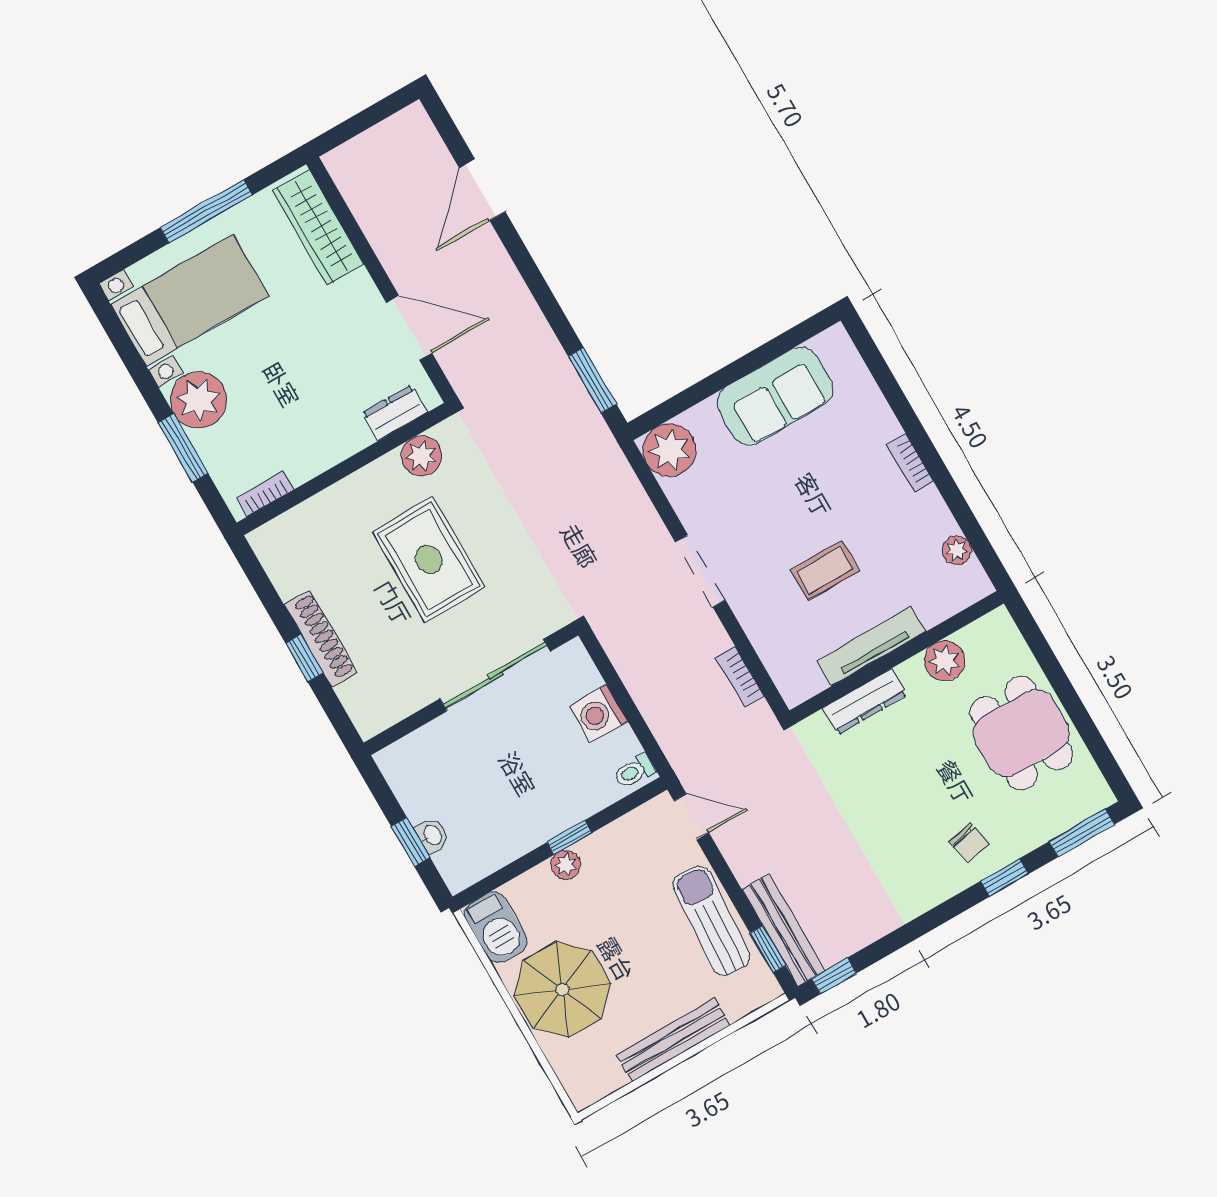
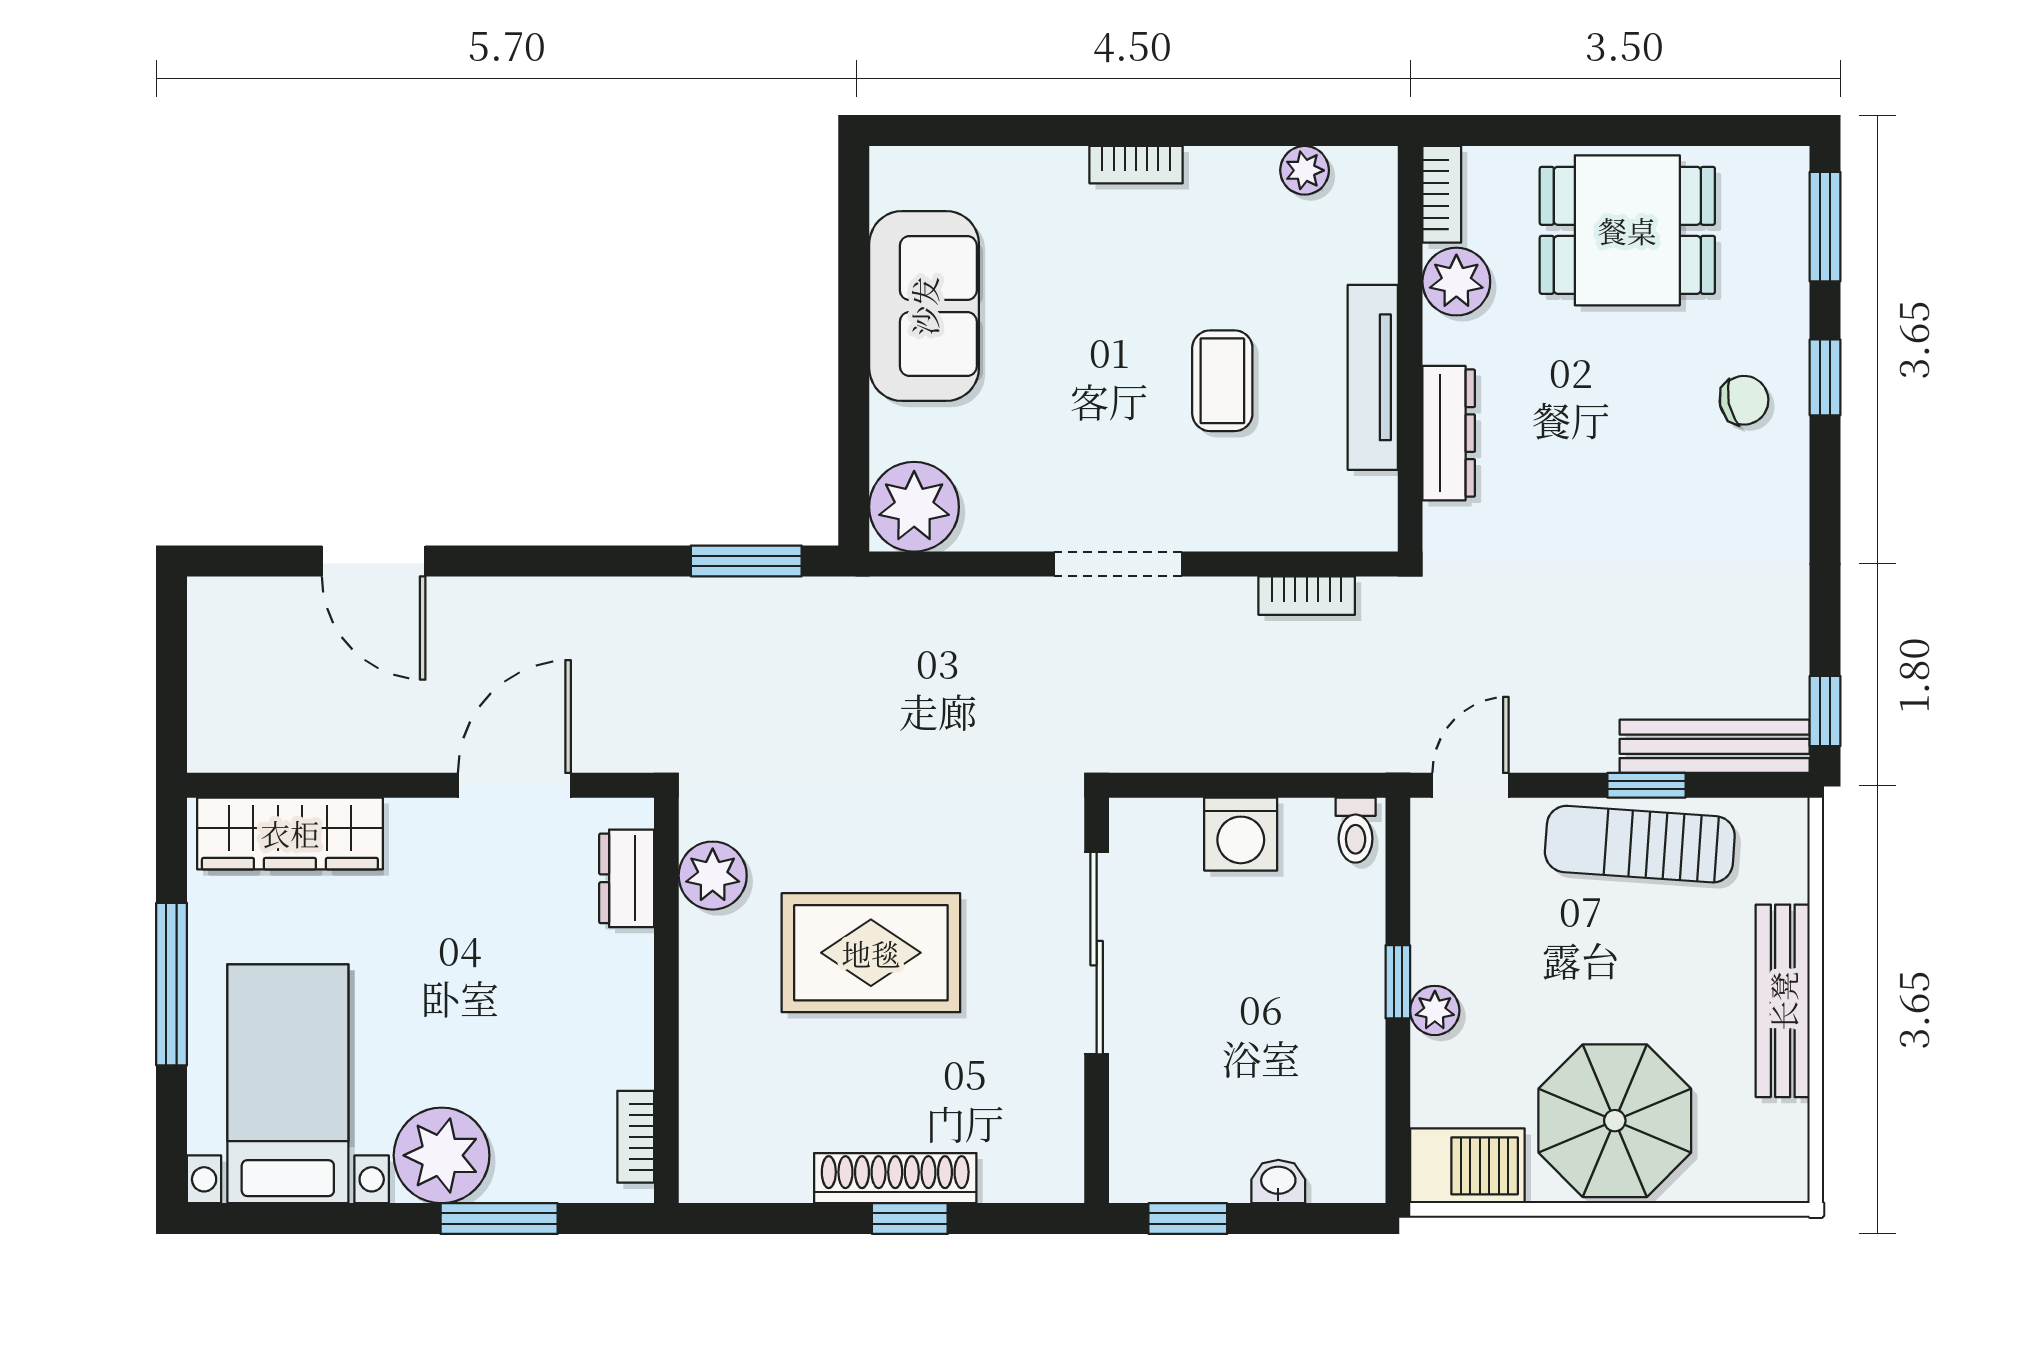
bookcase: (985, 628) -> (1442, 194), added
window: (411, 842) -> (1188, 1219), moved
window: (768, 949) -> (1646, 785), moved

